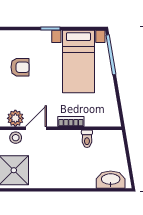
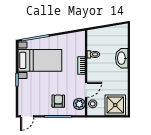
armchair: (20, 67) -> (58, 101), moved
door: (36, 128) -> (86, 90), swing flipped
washbasin: (111, 180) -> (122, 58), moved

